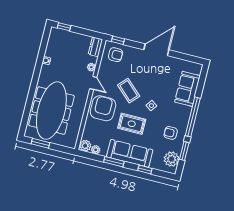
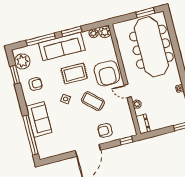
armchair: (116, 55) -> (105, 130), moved
sofa: (187, 89) -> (39, 119), moved
window: (193, 117) -> (30, 135), moved
window: (145, 169) -> (41, 39), width x2.17

